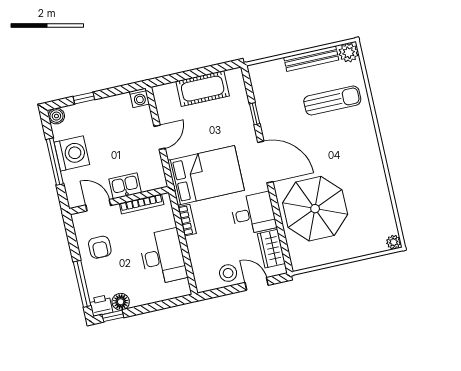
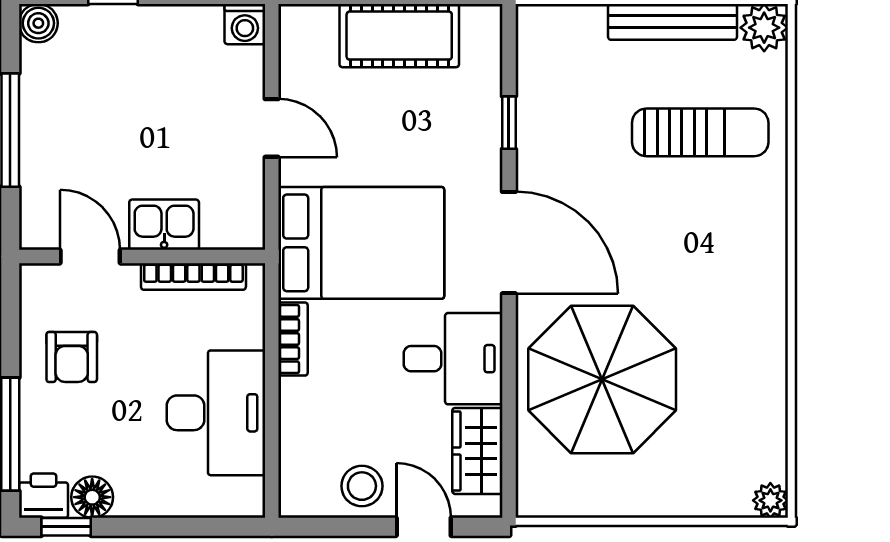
door: (160, 137) -> (272, 128), hinge flipped
washing machine: (72, 153) -> (55, 120), removed

